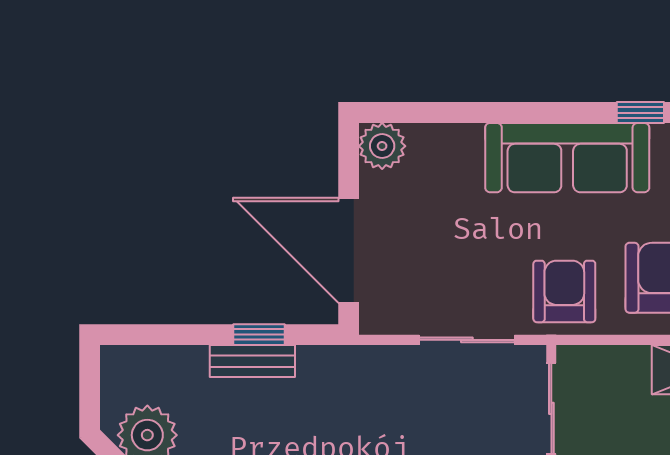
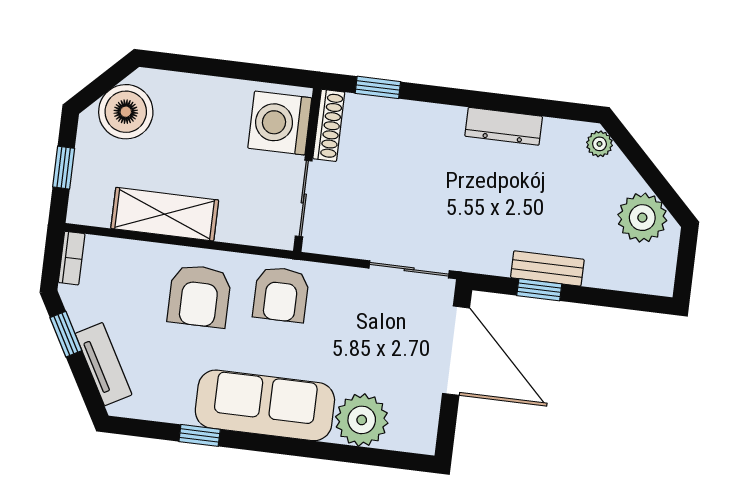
plant: (382, 146) -> (362, 420), moved, width x1.36, depth x1.36
sliding door: (467, 340) -> (409, 269), moved

